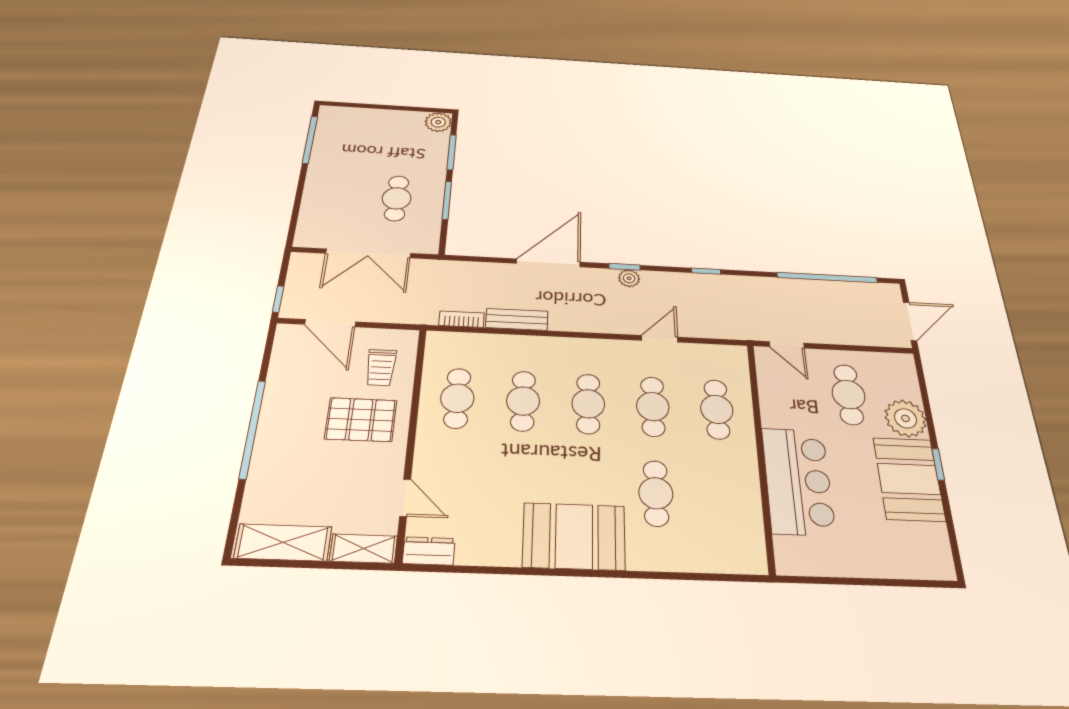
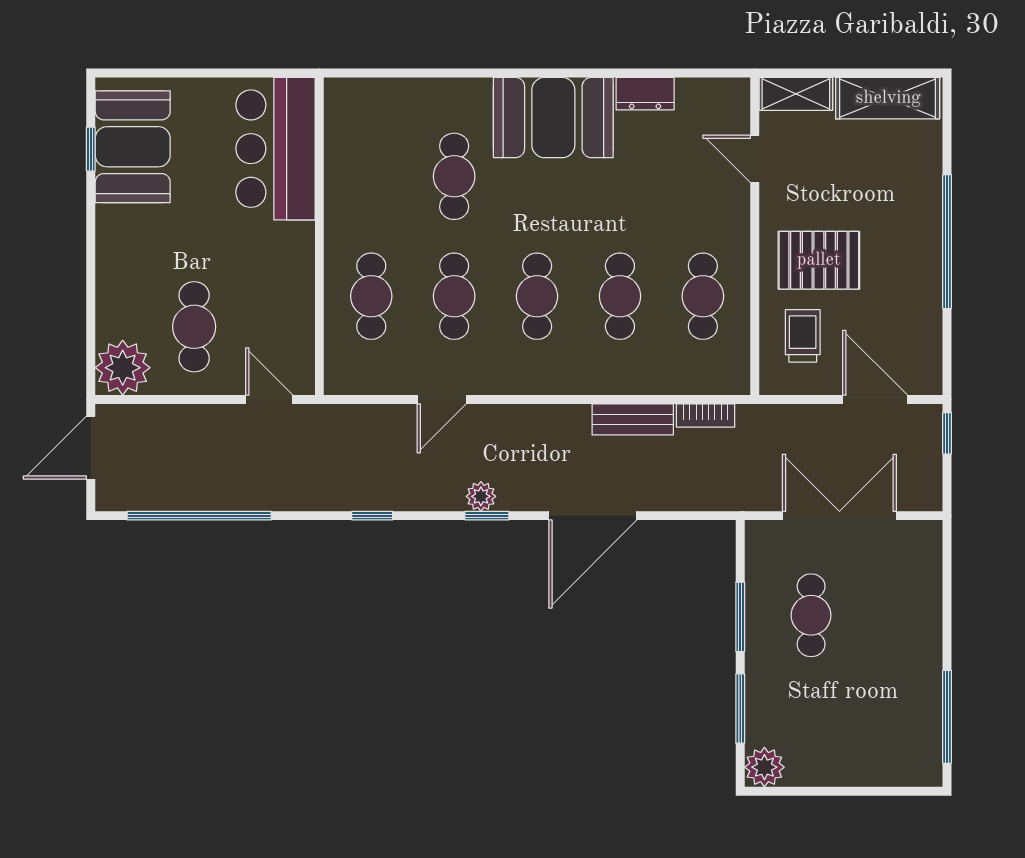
plant: (906, 418) -> (123, 368), moved
window: (938, 464) -> (91, 149), moved
booth: (909, 479) -> (133, 147), moved
bar counter: (798, 481) -> (275, 149), moved
dresser: (429, 551) -> (645, 94), moved

